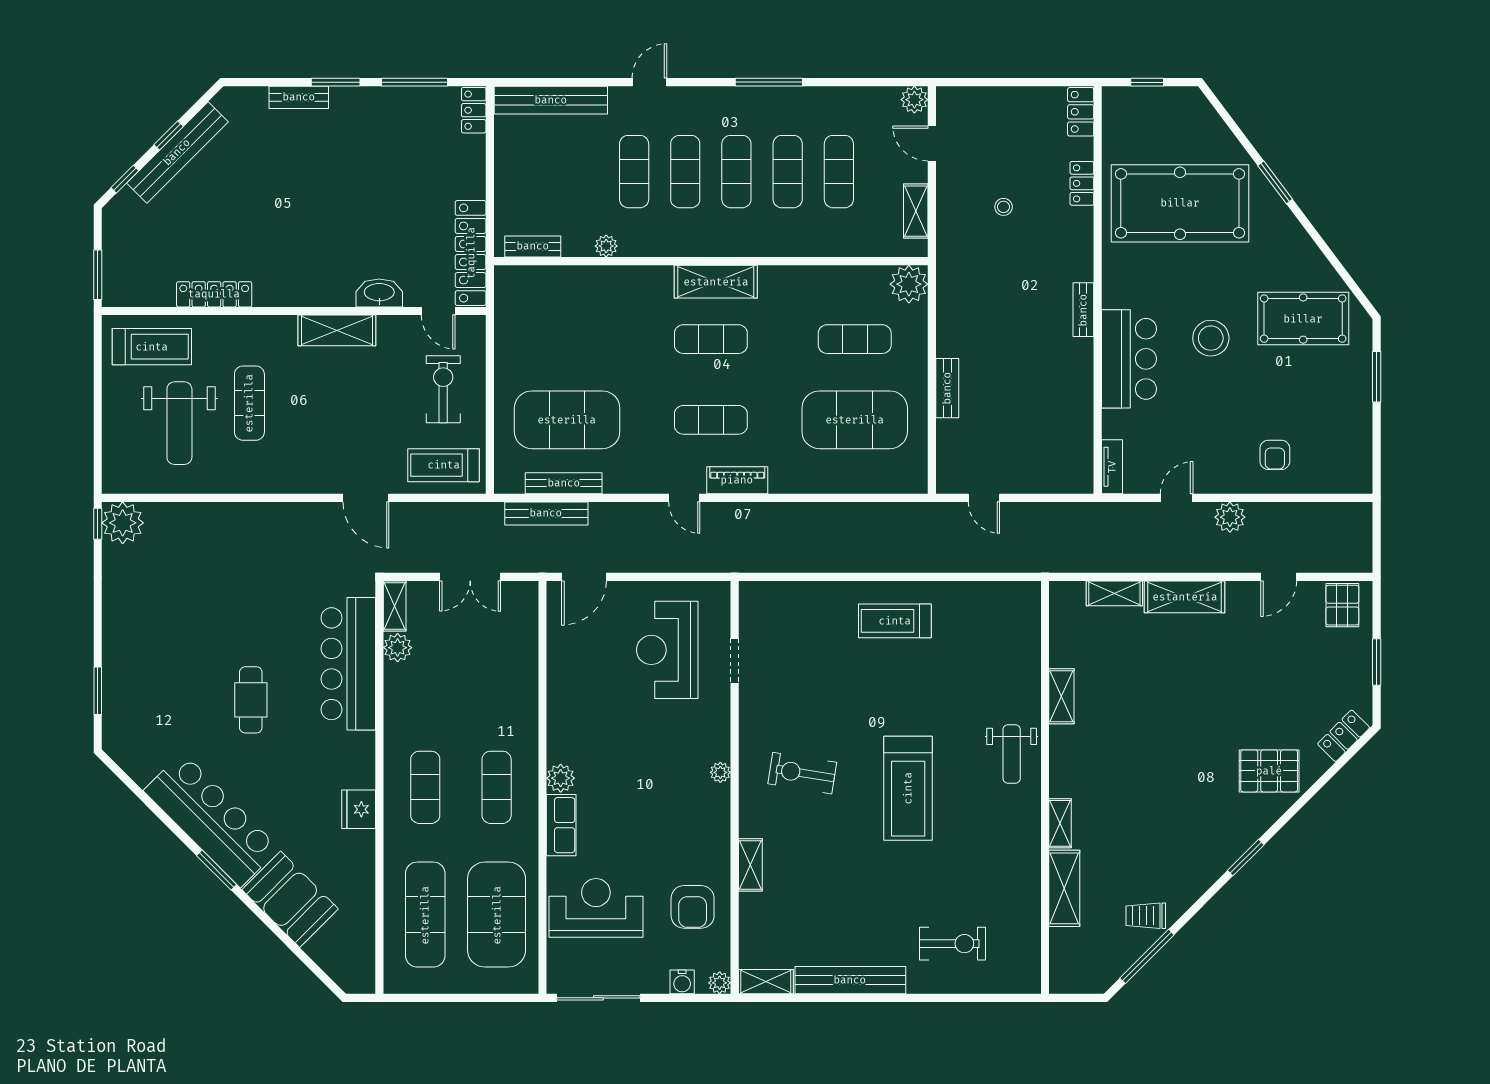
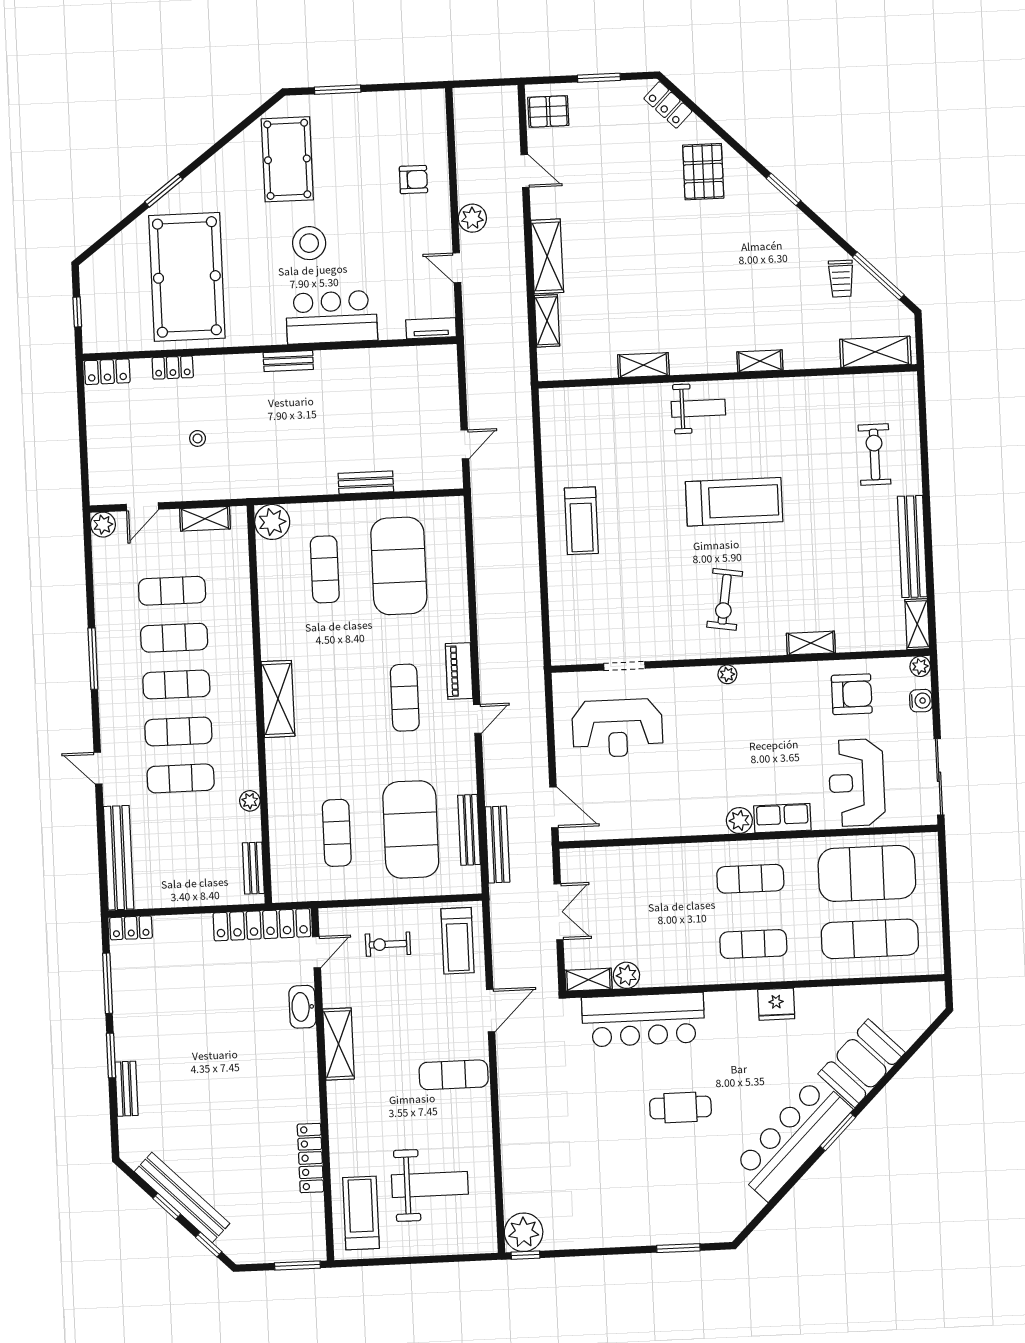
exercise mat: (711, 339) -> (337, 833), moved
exercise bike: (443, 389) -> (388, 944), width x0.73, depth x0.72
exercise mat: (249, 403) -> (454, 1075), moved
shelving: (1064, 888) -> (875, 352), moved

